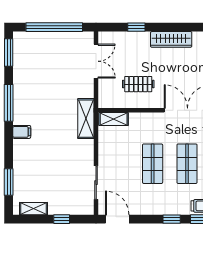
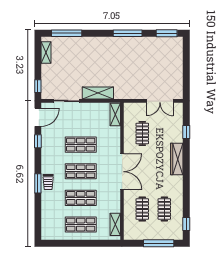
window: (54, 27) -> (186, 69), removed
shelving: (86, 119) -> (98, 93), moved
filing cabinet: (22, 132) -> (105, 43), removed
window: (9, 182) -> (67, 33), width x1.44
window: (62, 219) -> (38, 86), moved
window: (172, 219) -> (38, 141), moved

